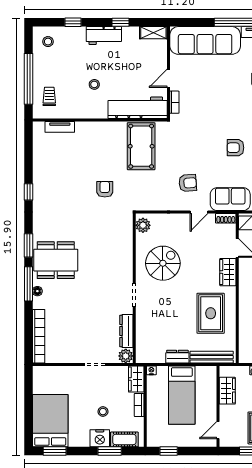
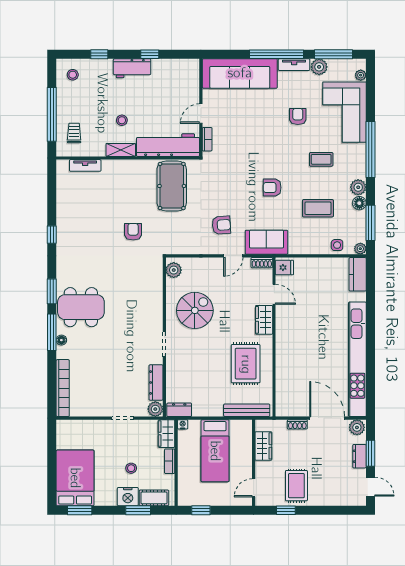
shelving: (153, 33) -> (121, 150), moved
dresser: (177, 357) -> (179, 410), moved

